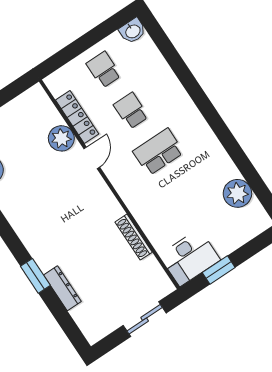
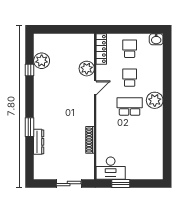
locker: (77, 117) -> (101, 49), moved
plant: (237, 193) -> (155, 100), moved

